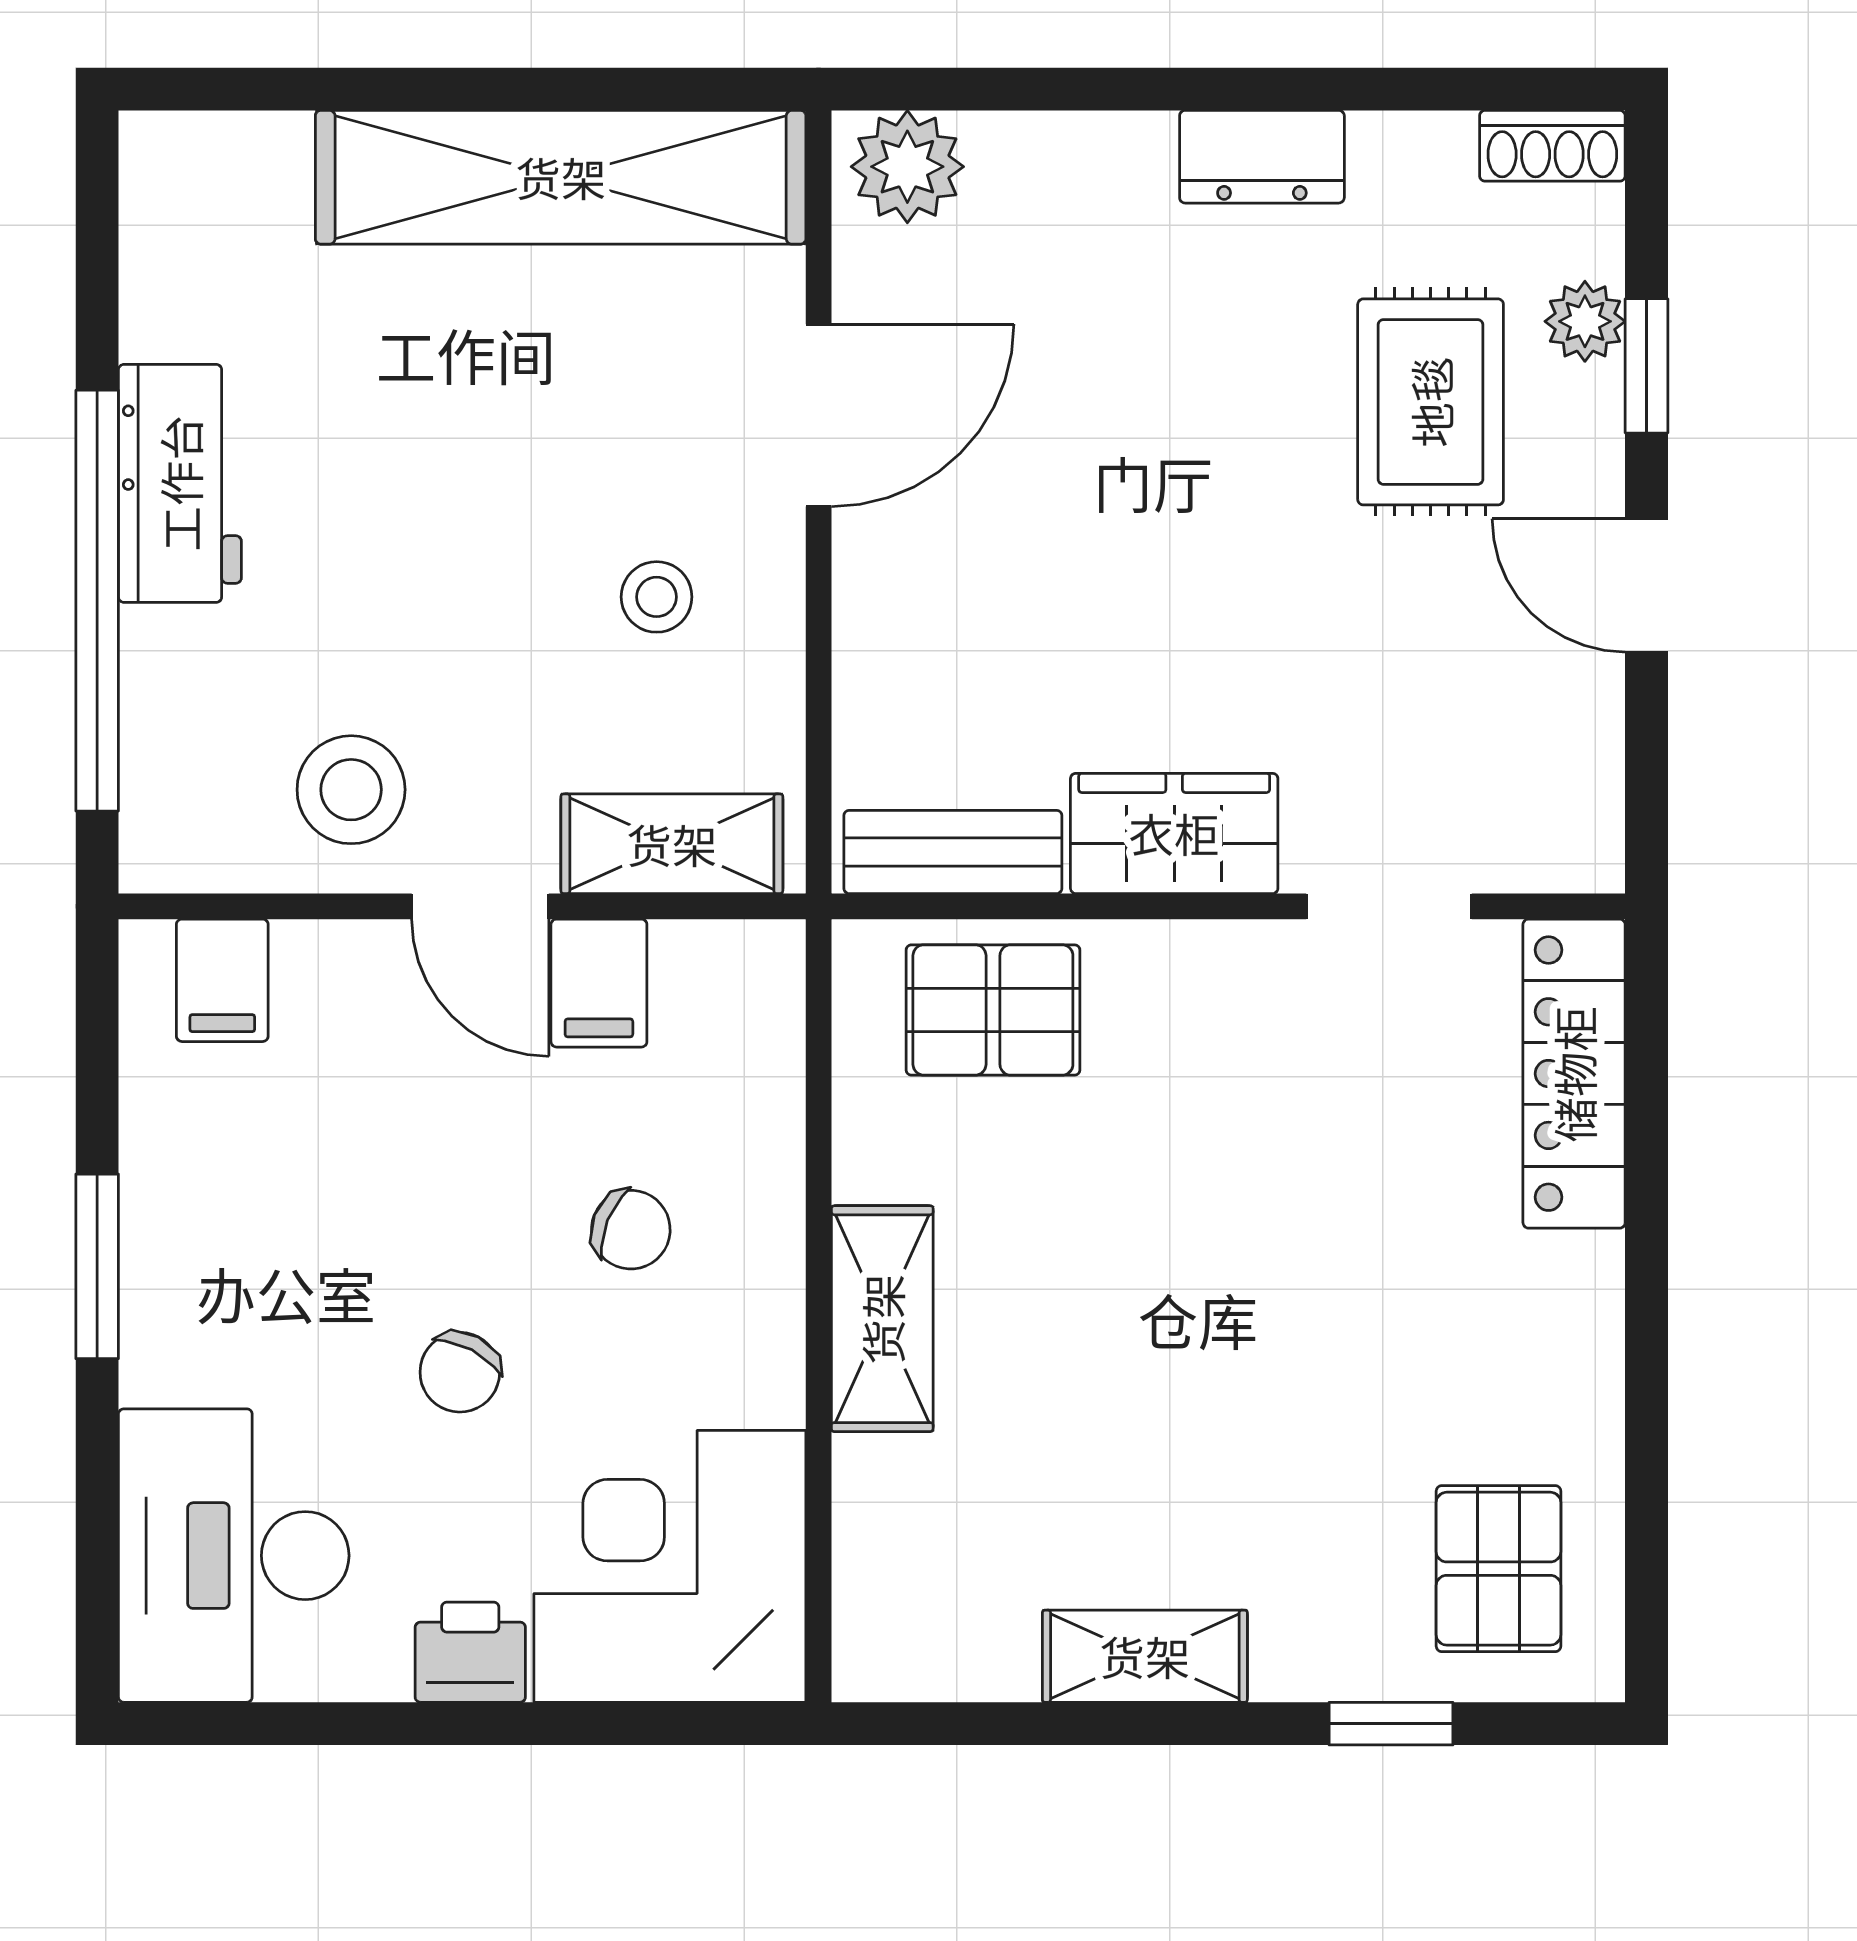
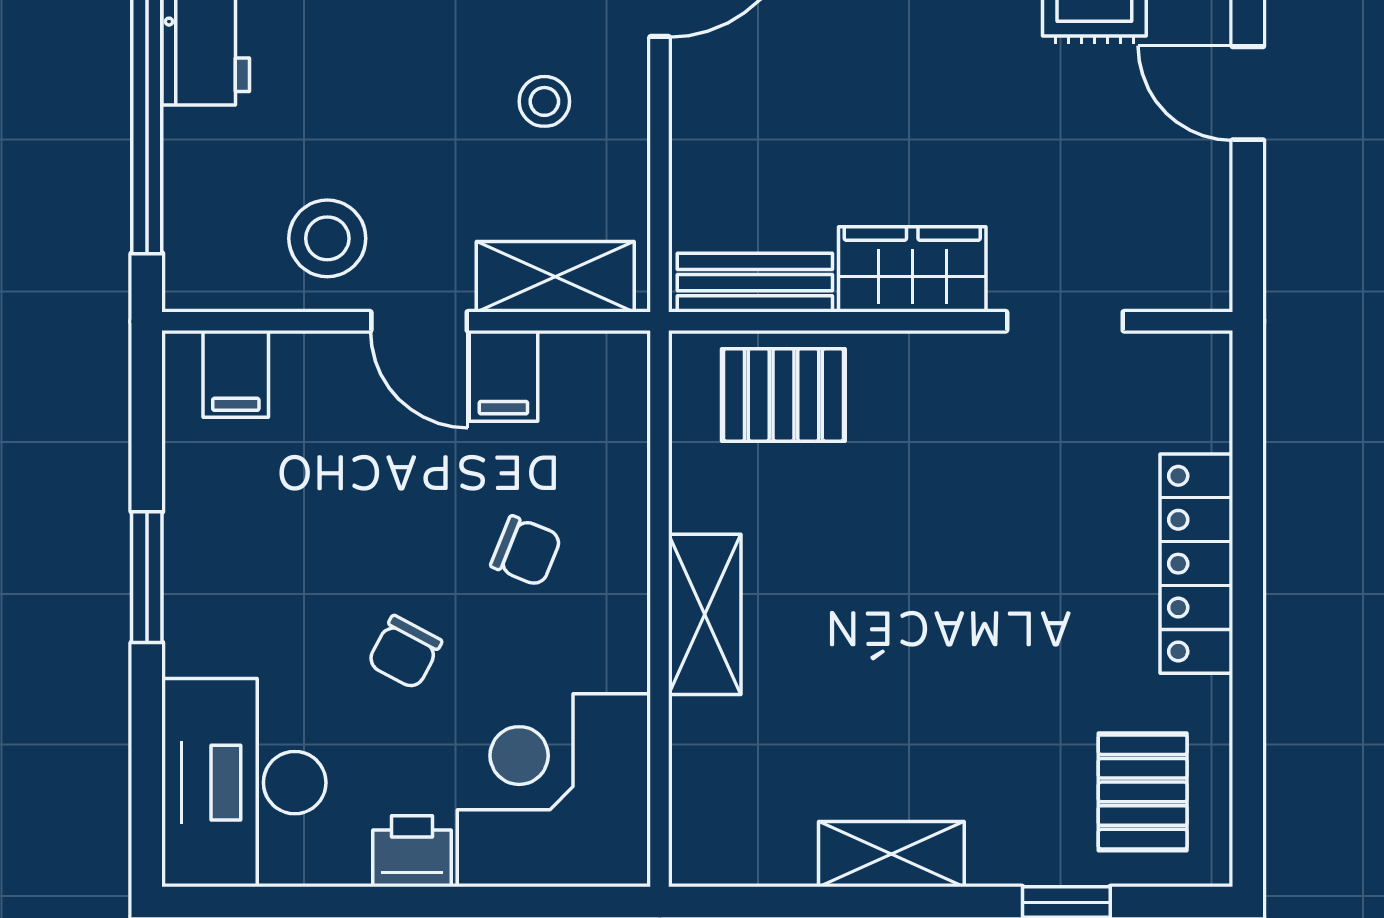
locker: (1574, 1074) -> (1196, 564), moved

